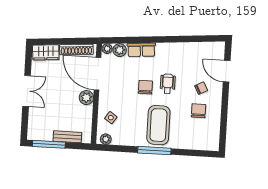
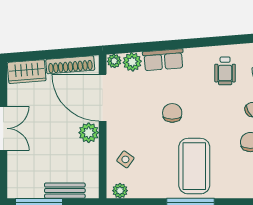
wheelchair: (168, 84) -> (225, 71), moved, turned 180

